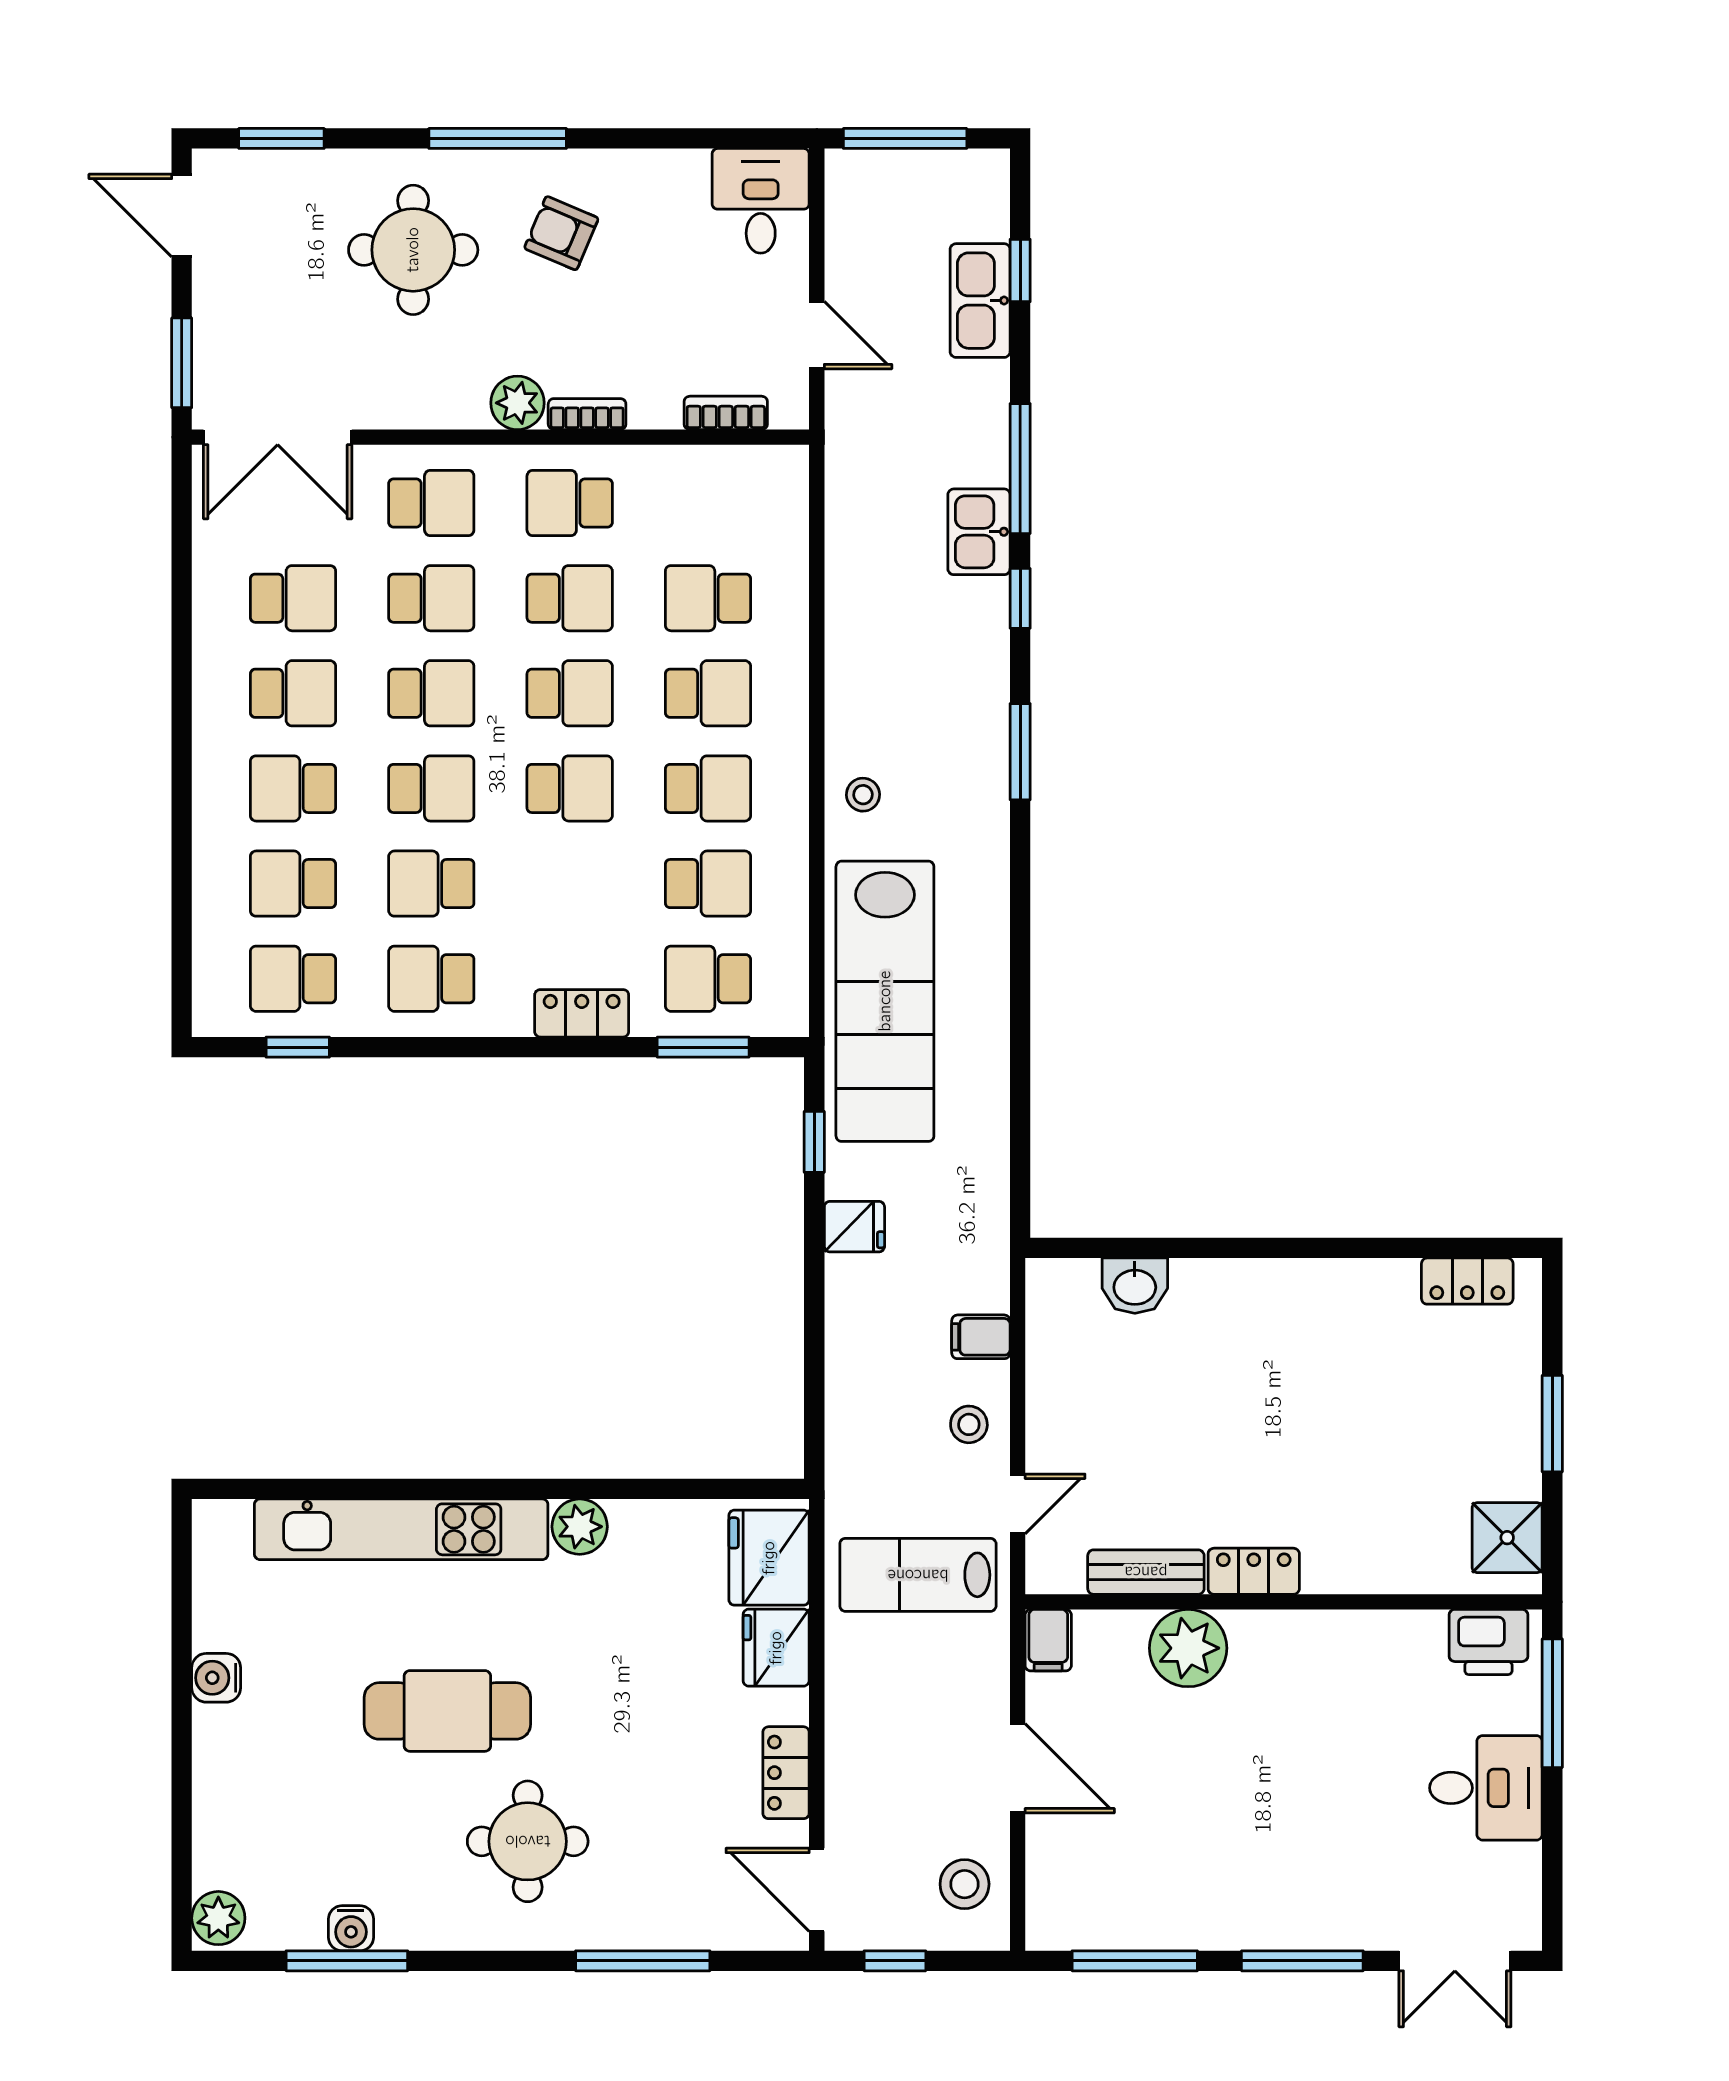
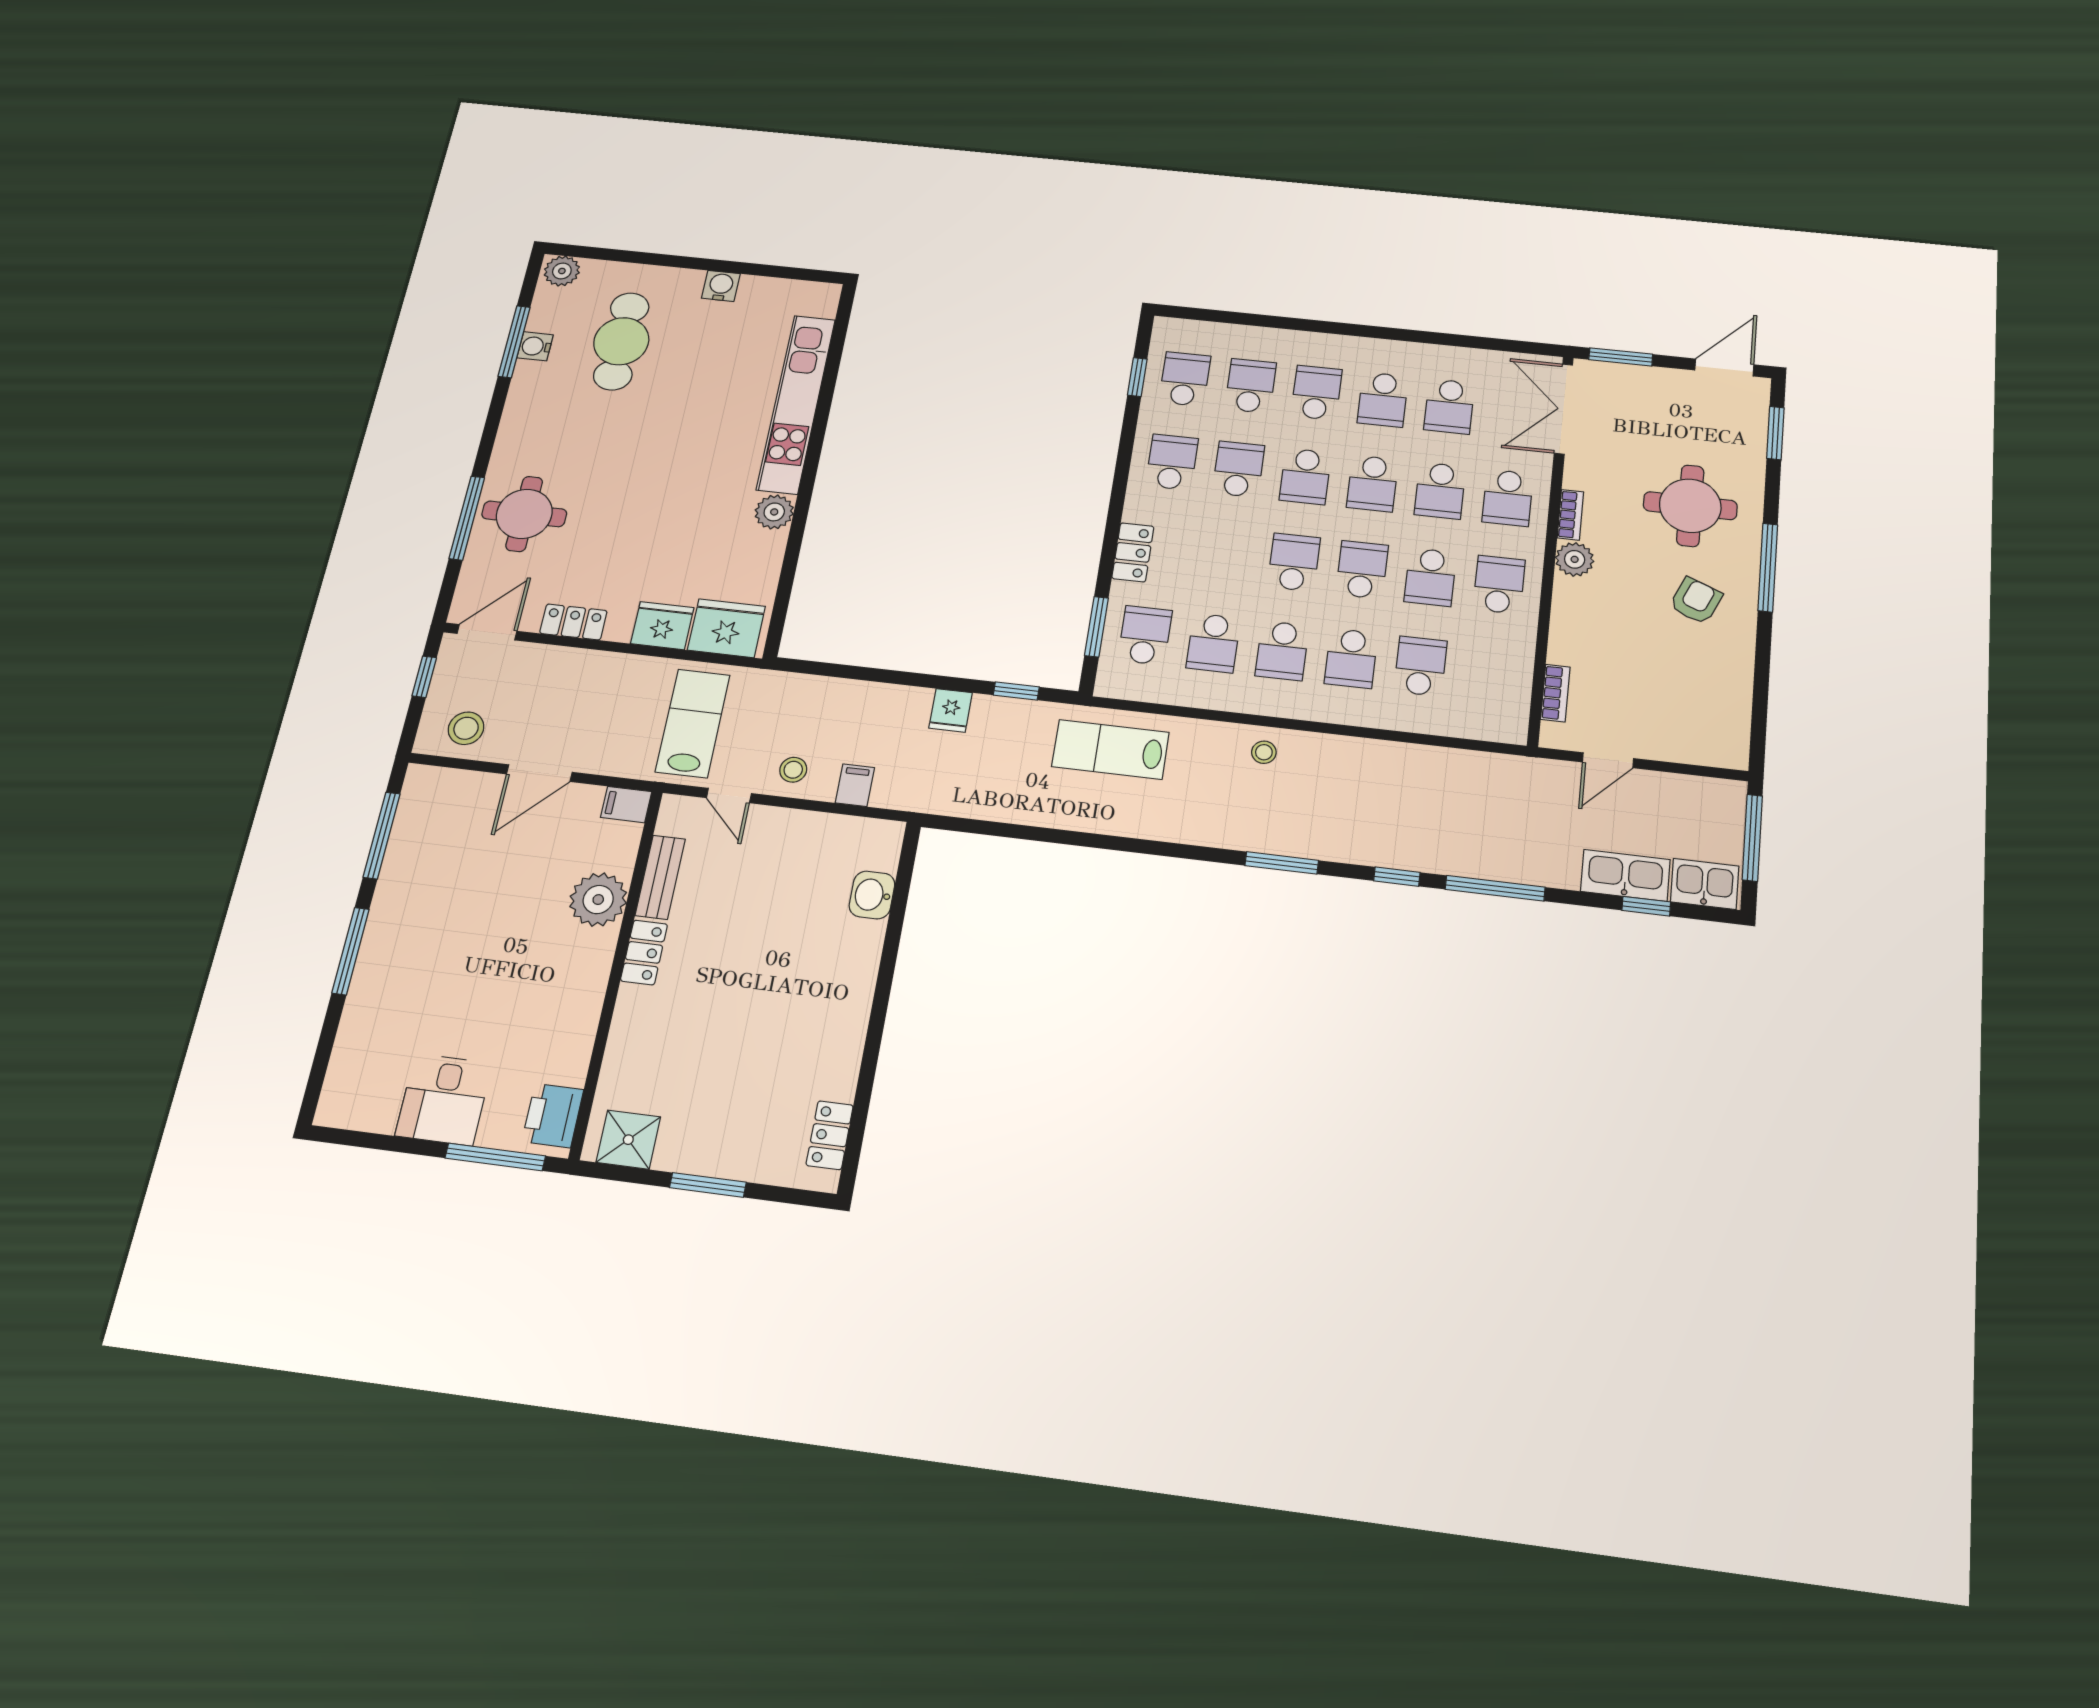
desk: (761, 201) -> (1711, 734), removed
bookcase: (587, 414) -> (1570, 515), moved
kitchen sink: (979, 532) -> (1705, 884), moved
school desk: (570, 693) -> (1362, 570), turned 180
school desk: (570, 788) -> (1294, 562), turned 180
lab bench: (885, 1001) -> (1110, 749), width x0.54, depth x0.72
cafe table: (447, 1711) -> (621, 341), moved
round table: (528, 1841) -> (524, 514), moved
double door: (1455, 1961) -> (321, 1060), removed

